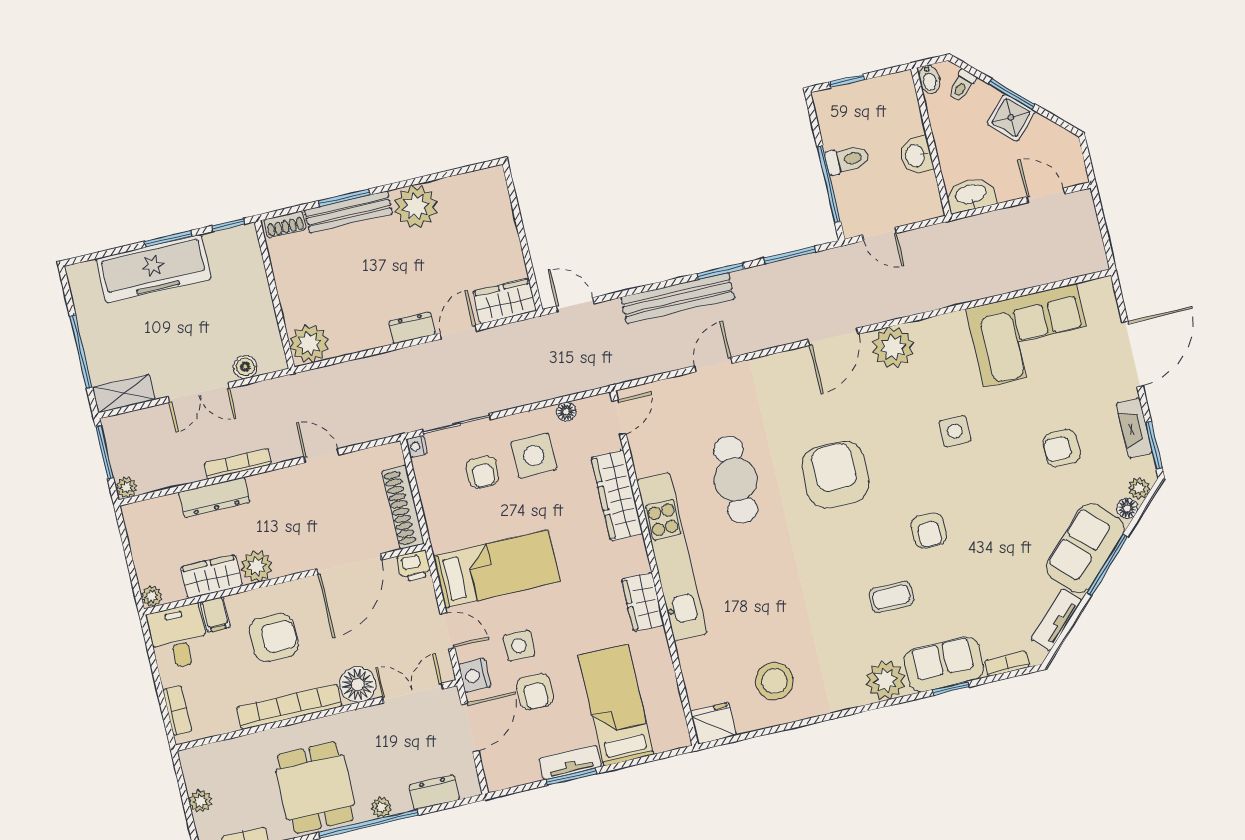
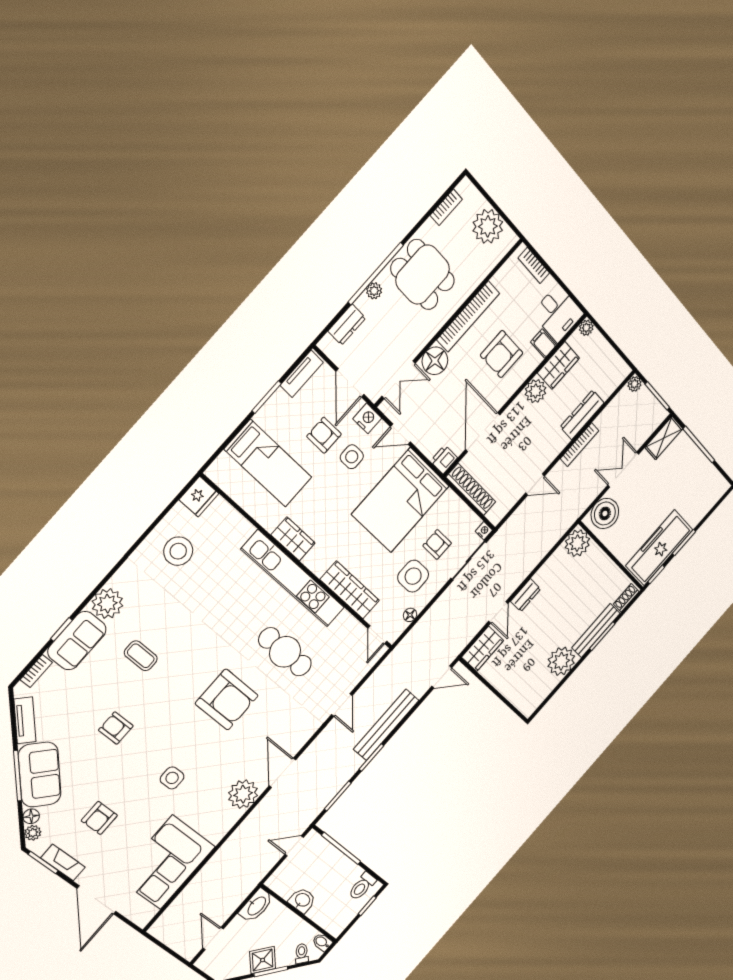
toilet: (847, 160) -> (362, 886), moved
door: (1046, 195) -> (213, 939), swing flipped
freezer: (154, 269) -> (659, 548), moved
boiler: (245, 367) -> (605, 514), width x1.86, depth x1.86
armchair: (1062, 448) -> (99, 818), turned 180
armchair: (929, 530) -> (116, 728), moved
bed: (497, 569) -> (401, 500), width x1.50
coffee table: (891, 597) -> (141, 656), turned 90
tv unit: (570, 762) -> (302, 374), moved
plant: (200, 801) -> (488, 226), width x1.87, depth x1.87

